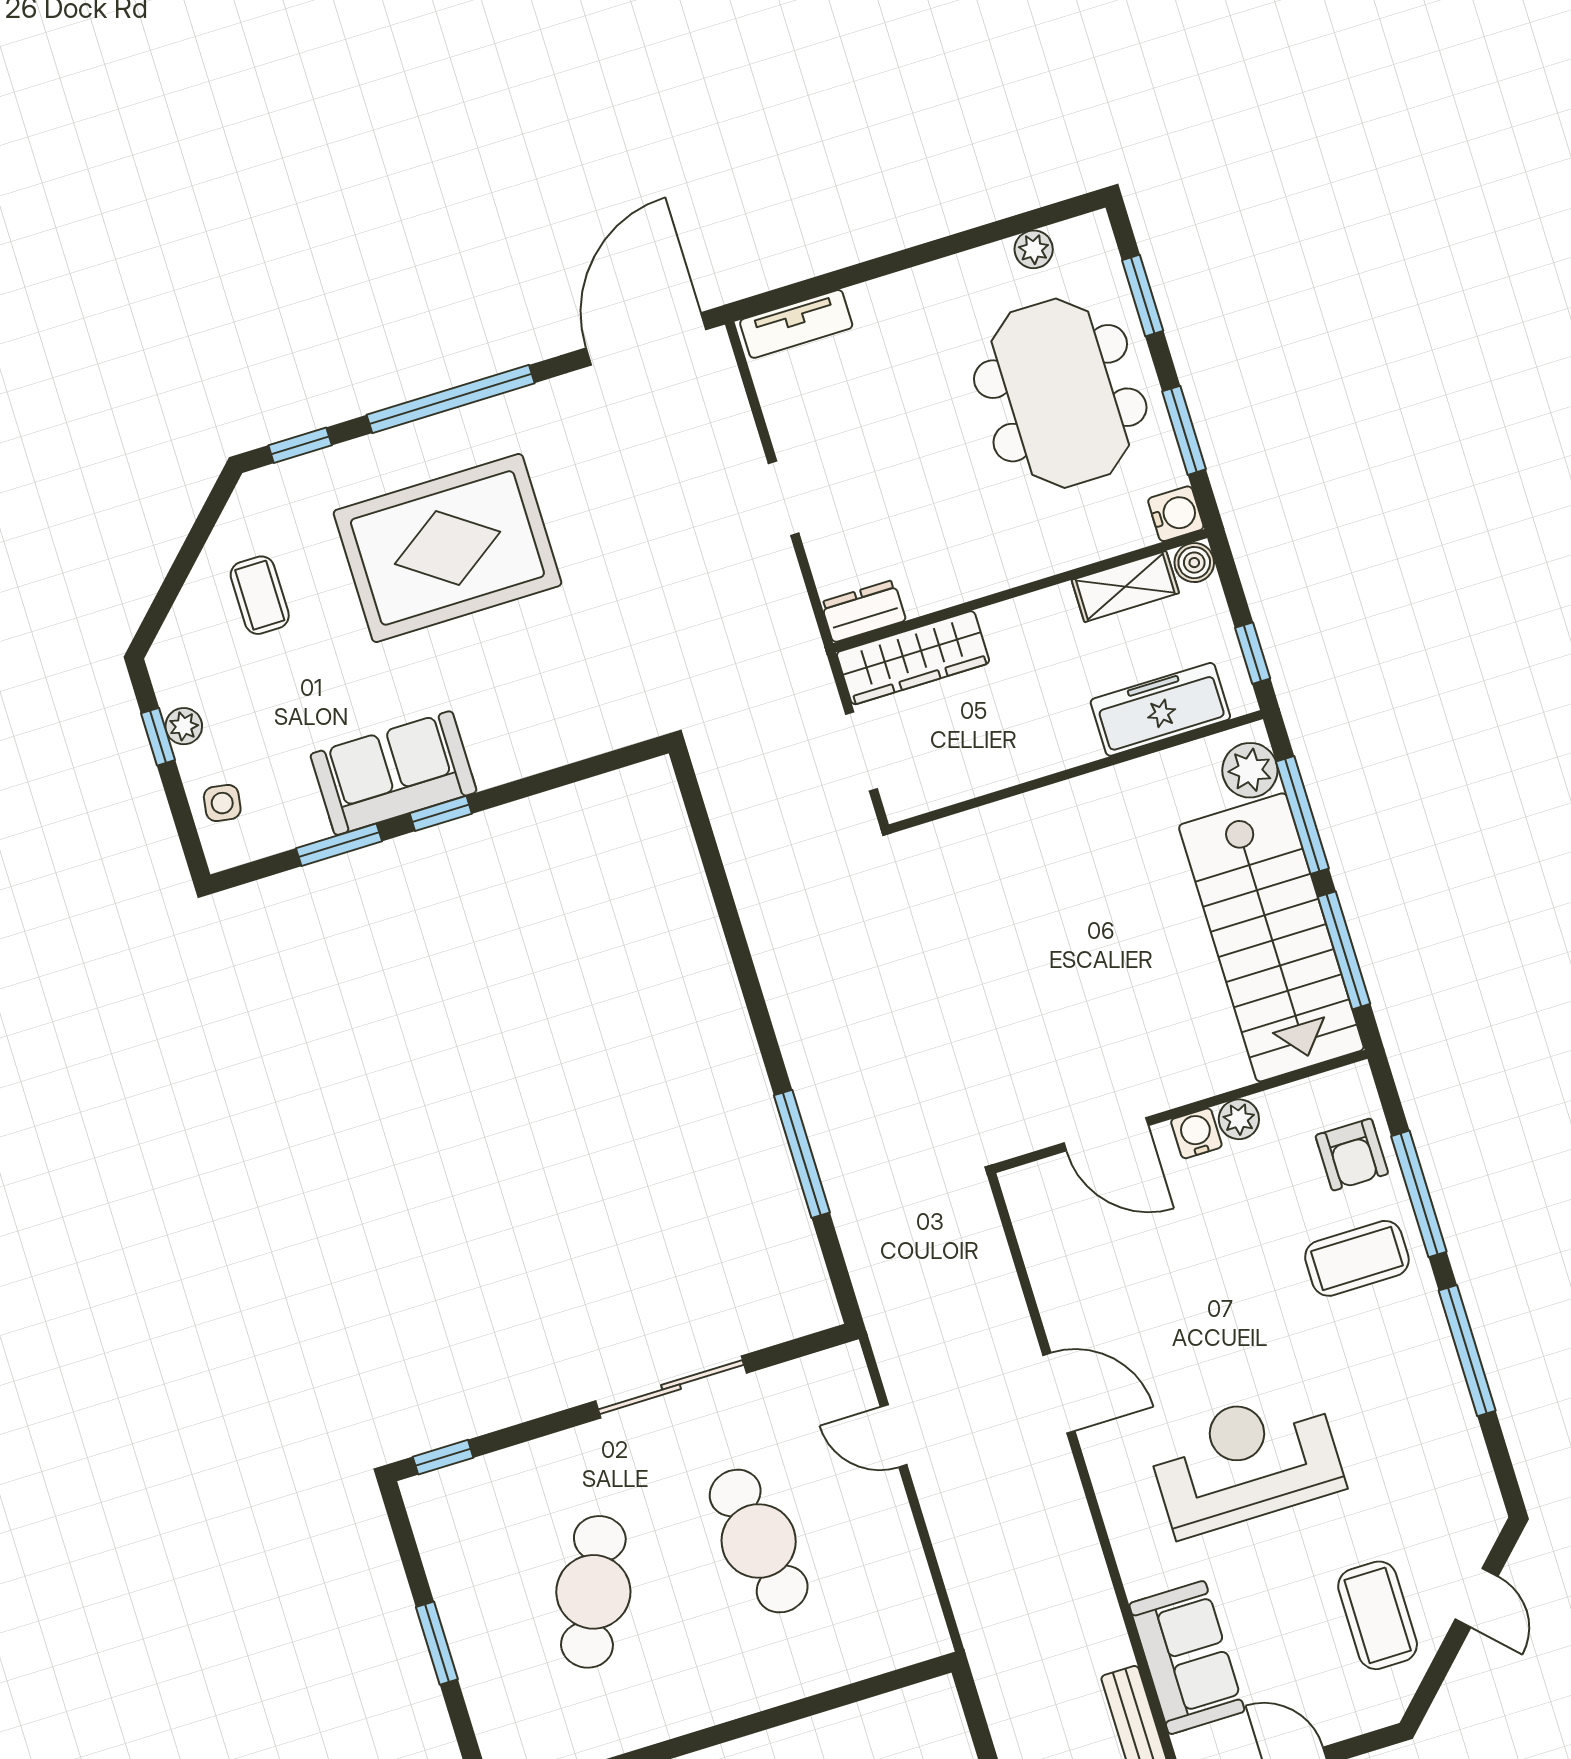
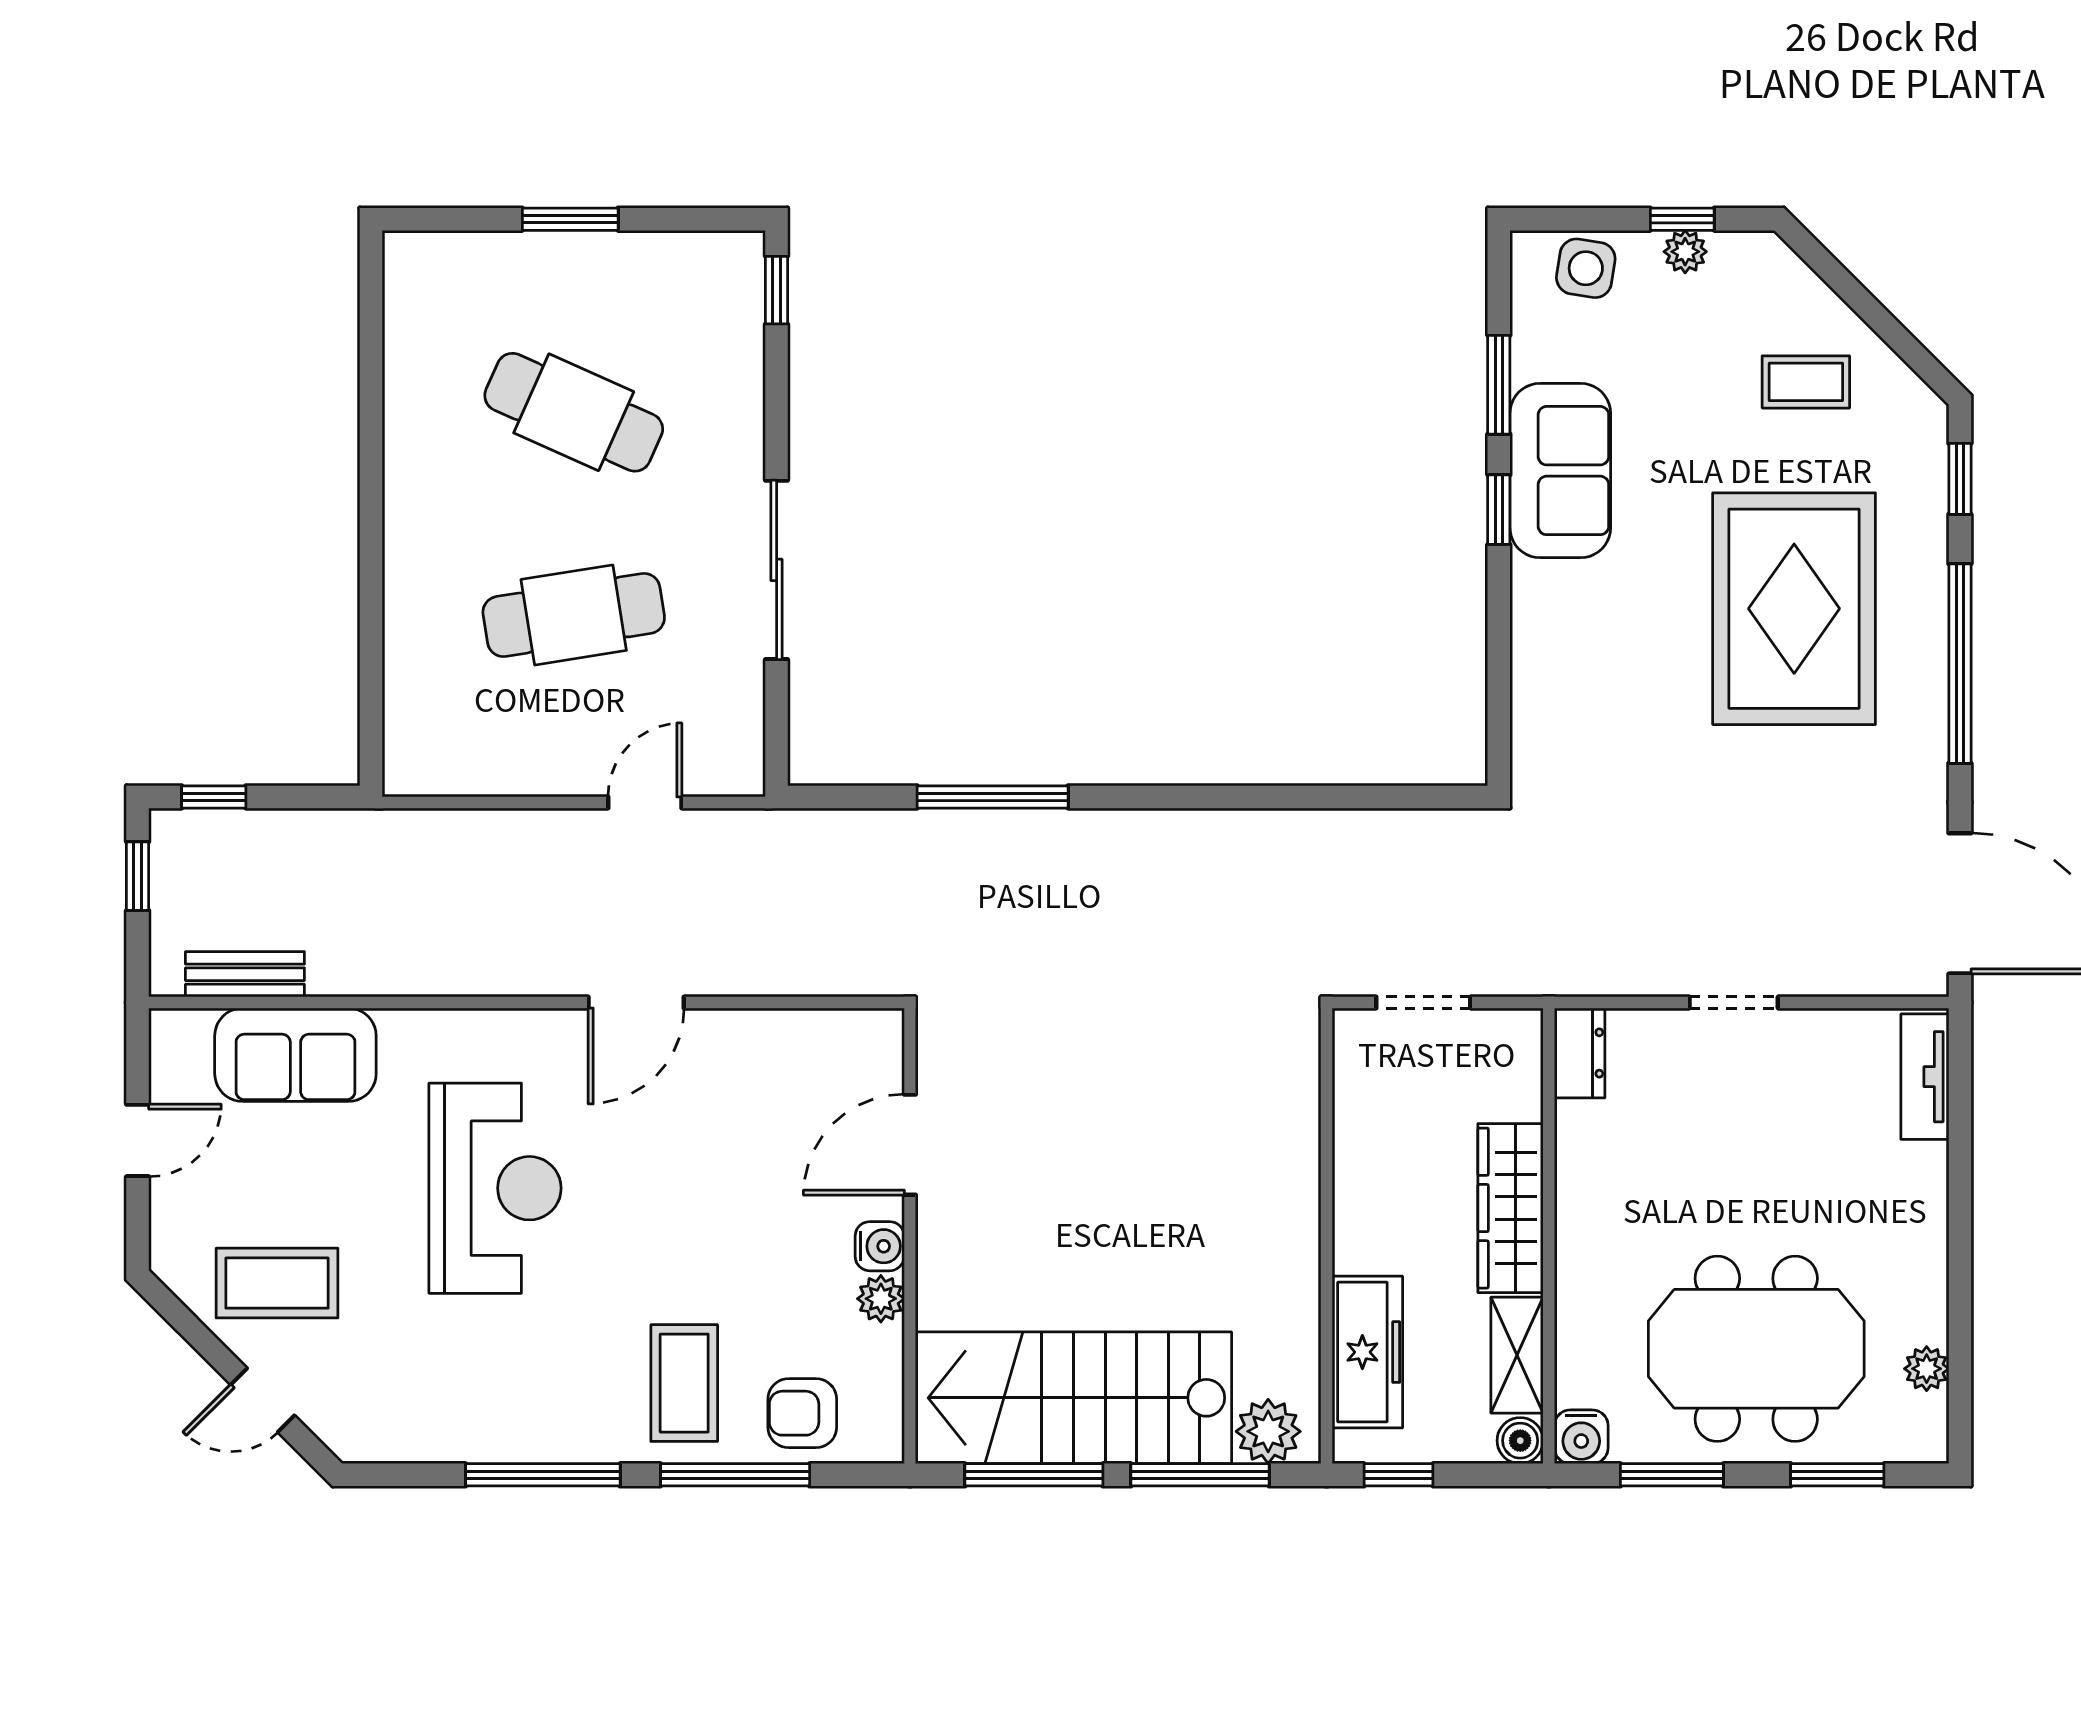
wardrobe: (913, 658) -> (1511, 1208), moved
side table: (222, 803) -> (1586, 268), width x1.37, depth x1.37

